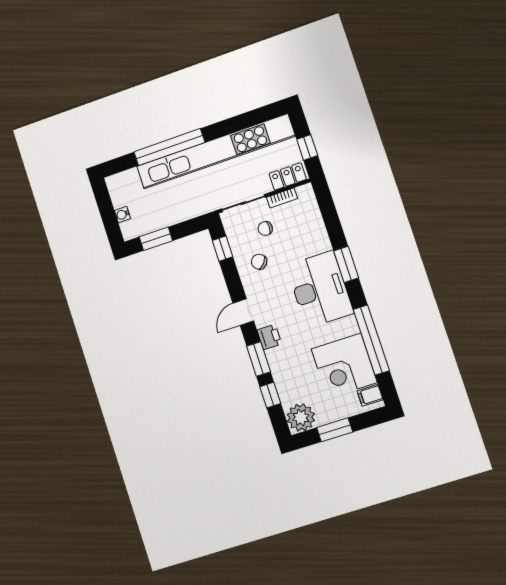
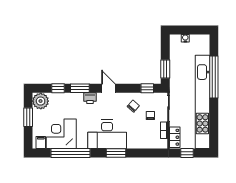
window: (156, 239) -> (165, 69), moved

